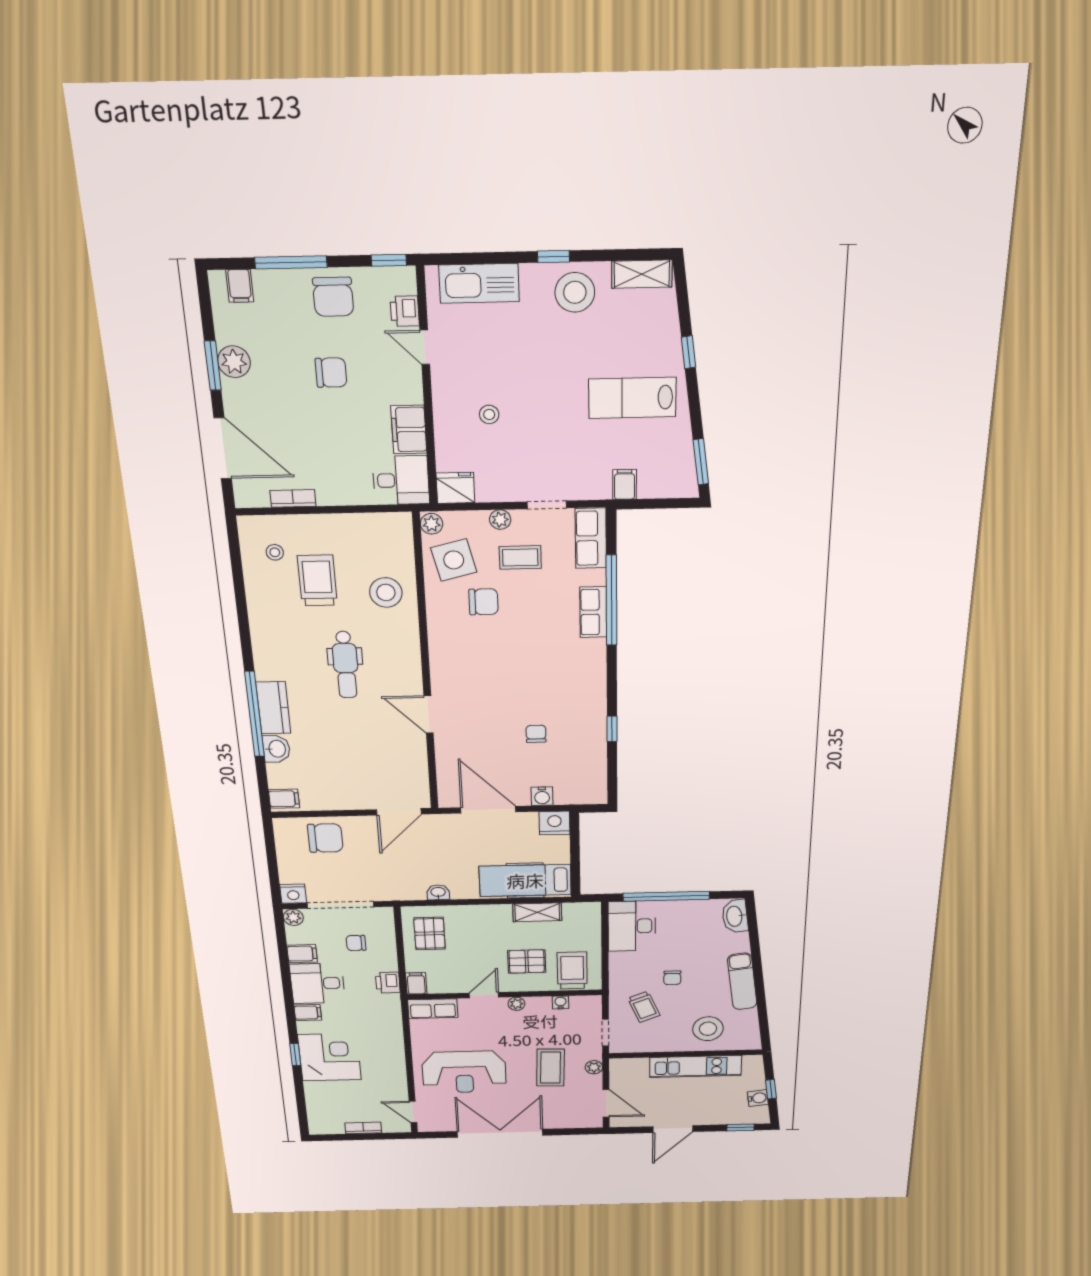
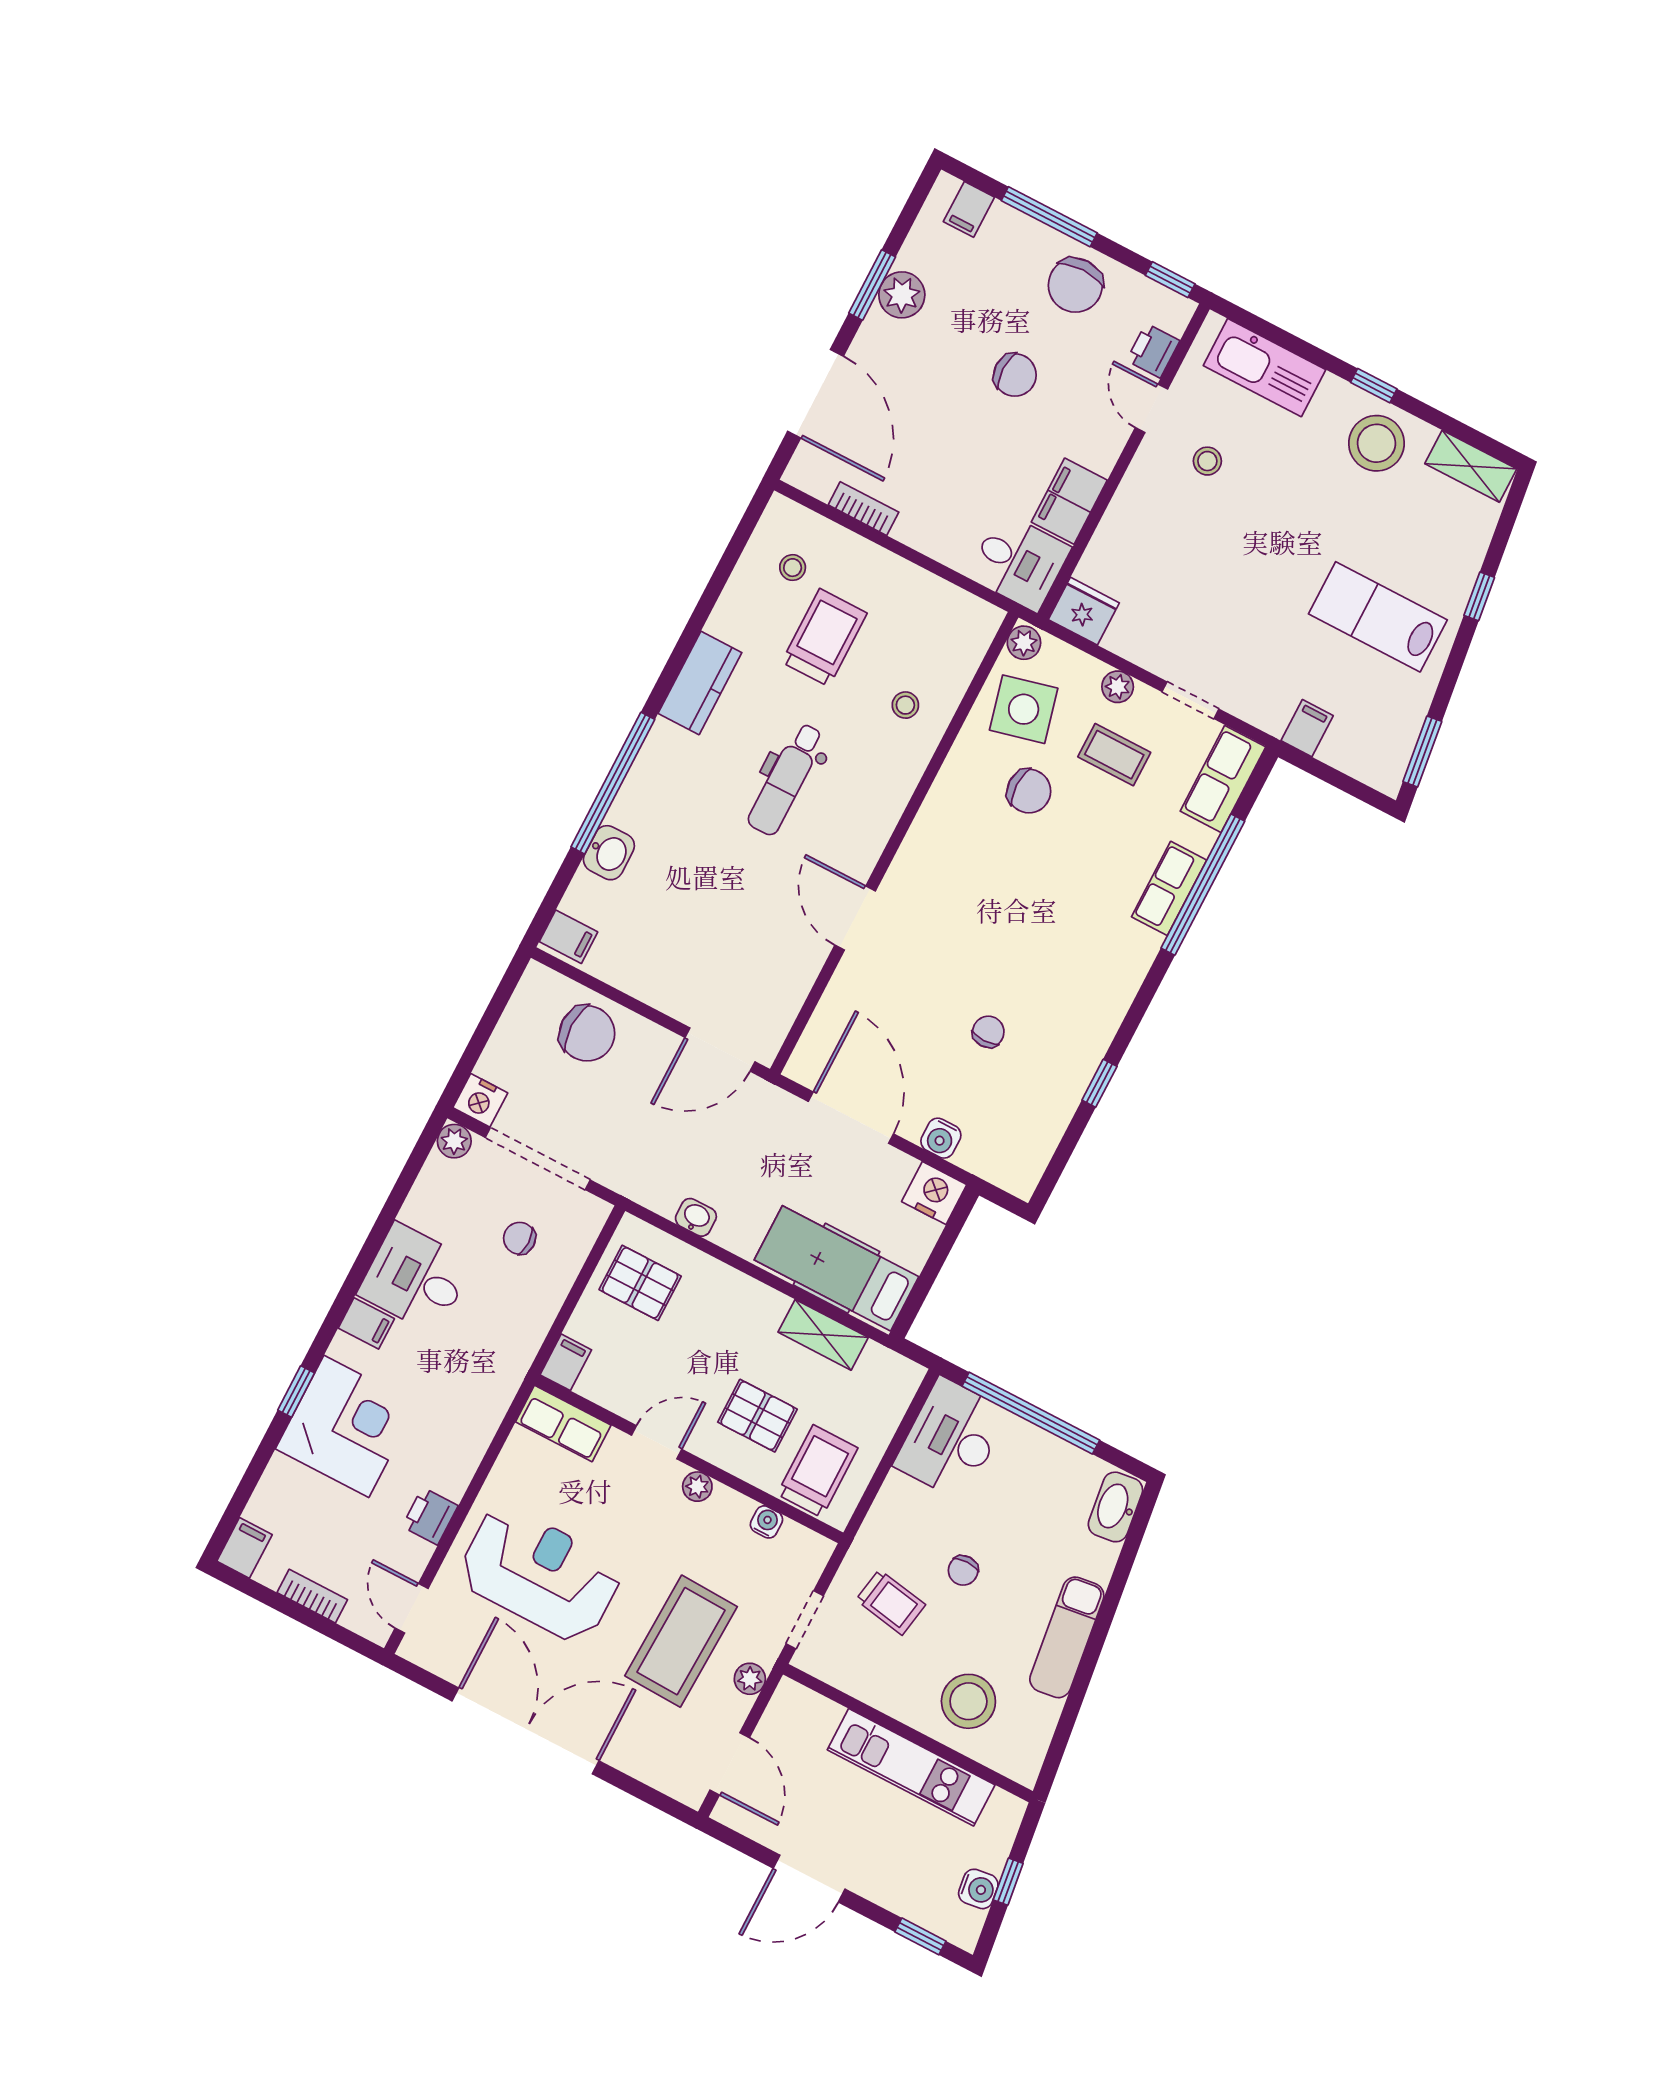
stool: (489, 414) -> (1207, 461), moved
stool: (386, 592) -> (905, 705), width x0.53, depth x0.53
kitchen counter: (273, 708) -> (700, 683), moved
pallet: (430, 933) -> (640, 1283), turned 90
filing cabinet: (302, 954) -> (244, 1548), moved, turned -90
printer: (388, 983) -> (430, 1516), moved
trolley: (644, 1007) -> (891, 1602), turned -58
coffee table: (550, 1068) -> (681, 1641), width x1.36, depth x1.32
reception desk: (464, 1072) -> (540, 1574), turned 180

